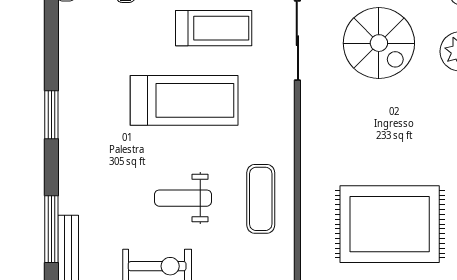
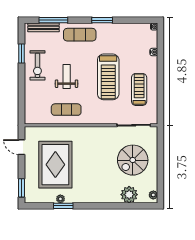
treadmill: (214, 28) -> (139, 89), turned 180
exercise mat: (85, 167) -> (80, 35), added

